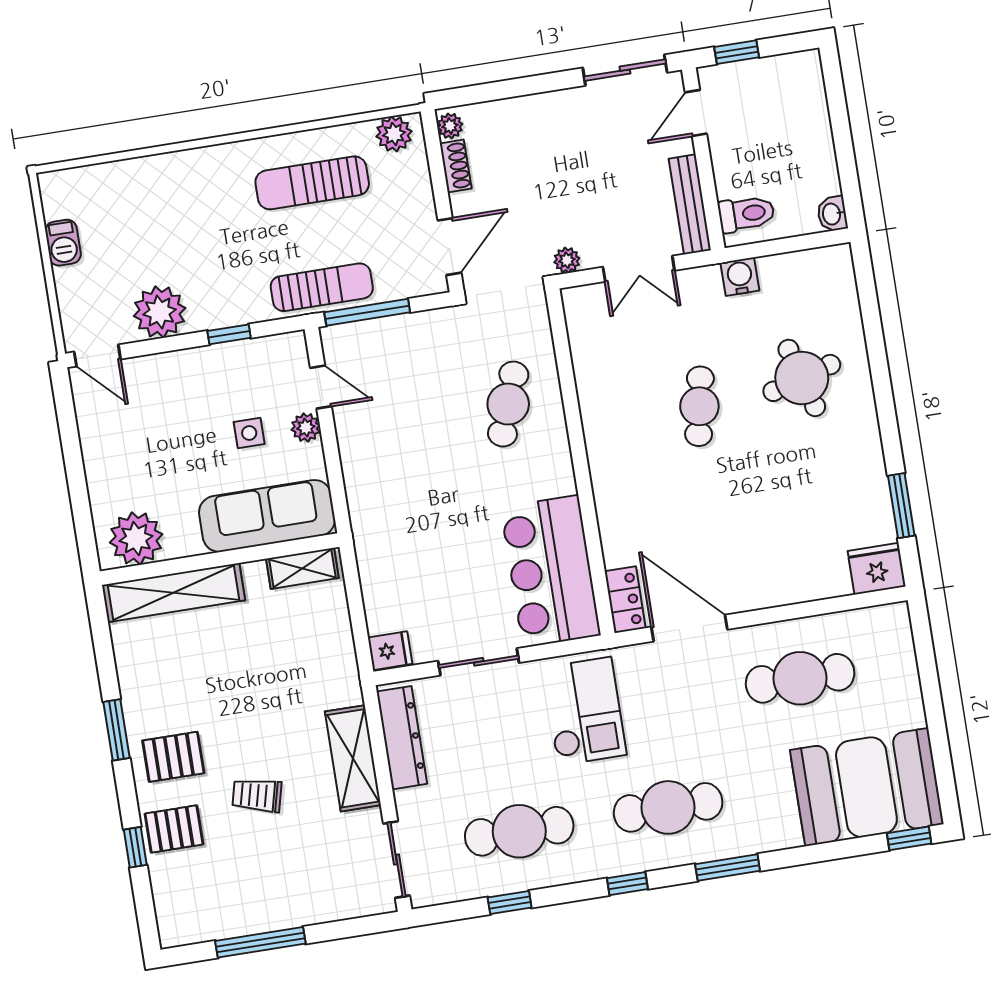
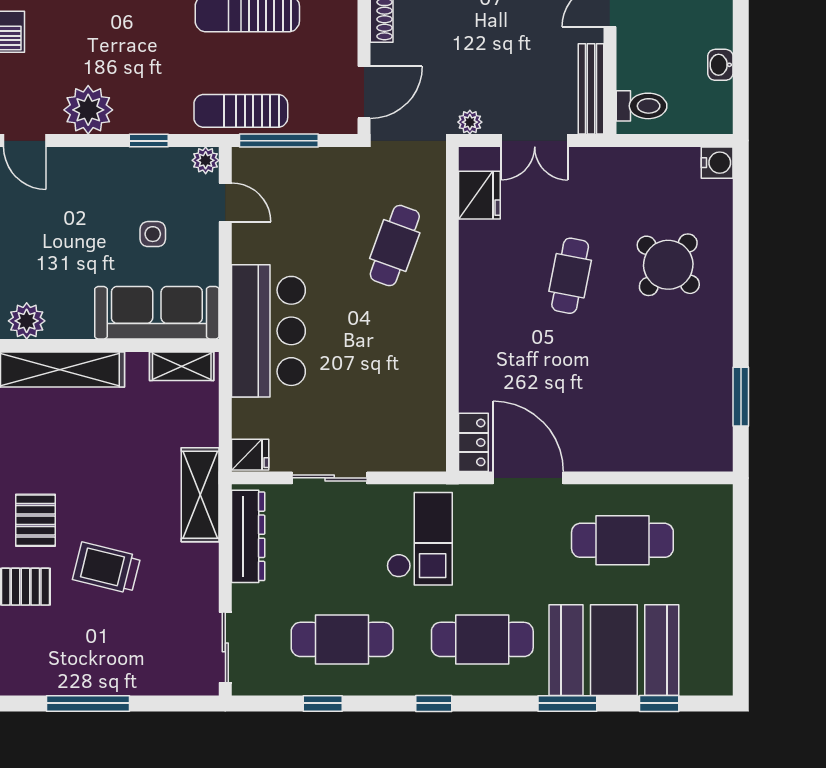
washbasin: (832, 214) -> (720, 65), moved
water cooler: (740, 277) -> (717, 163), moved, turned 90
sun lounger: (322, 287) -> (241, 111), turned 180
round table: (802, 378) -> (668, 265), turned -32
plant: (306, 428) -> (206, 160), moved
plant: (136, 538) -> (27, 321), width x0.73, depth x0.73
fridge: (877, 569) -> (479, 195), moved, turned 90
bar counter: (551, 571) -> (268, 331), moved, turned 180
pallet: (173, 757) -> (35, 520), turned 90
shelving: (353, 758) -> (200, 495), moved
booth: (866, 787) -> (614, 650), moved
trolley: (257, 795) -> (107, 568), width x1.36, depth x1.39
window: (909, 838) -> (659, 703), moved
window: (728, 868) -> (567, 703), moved

